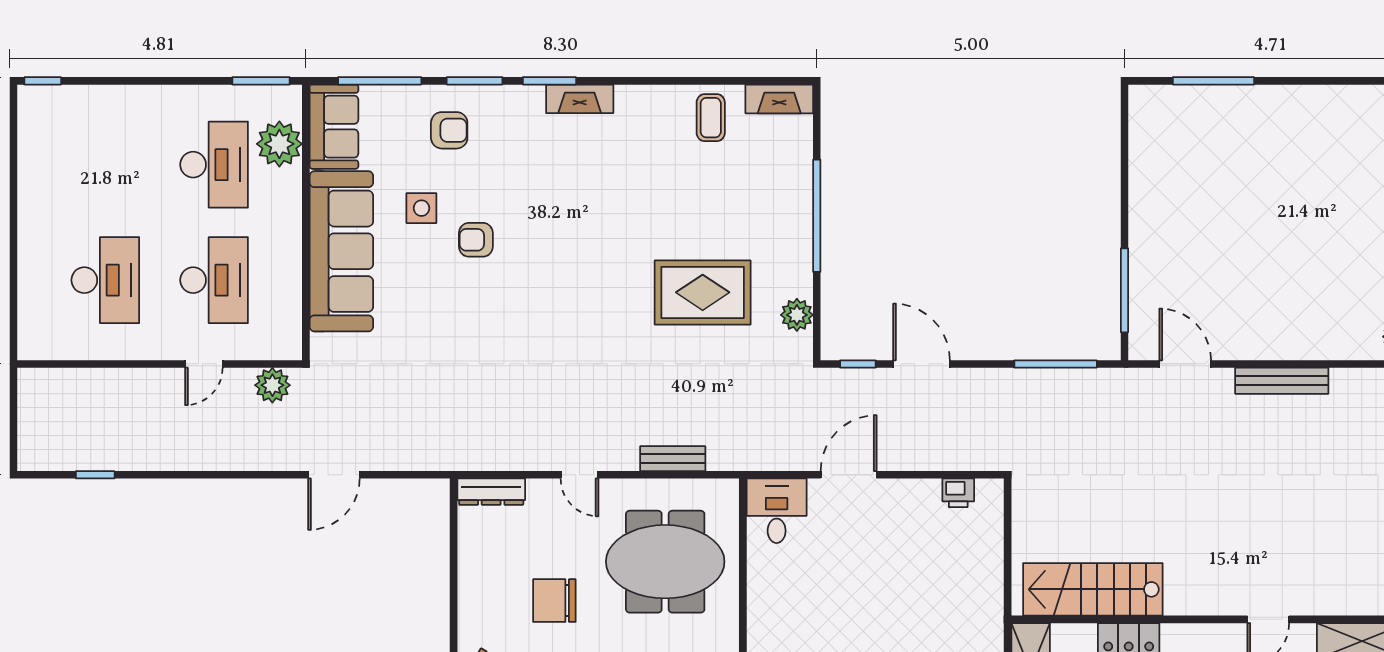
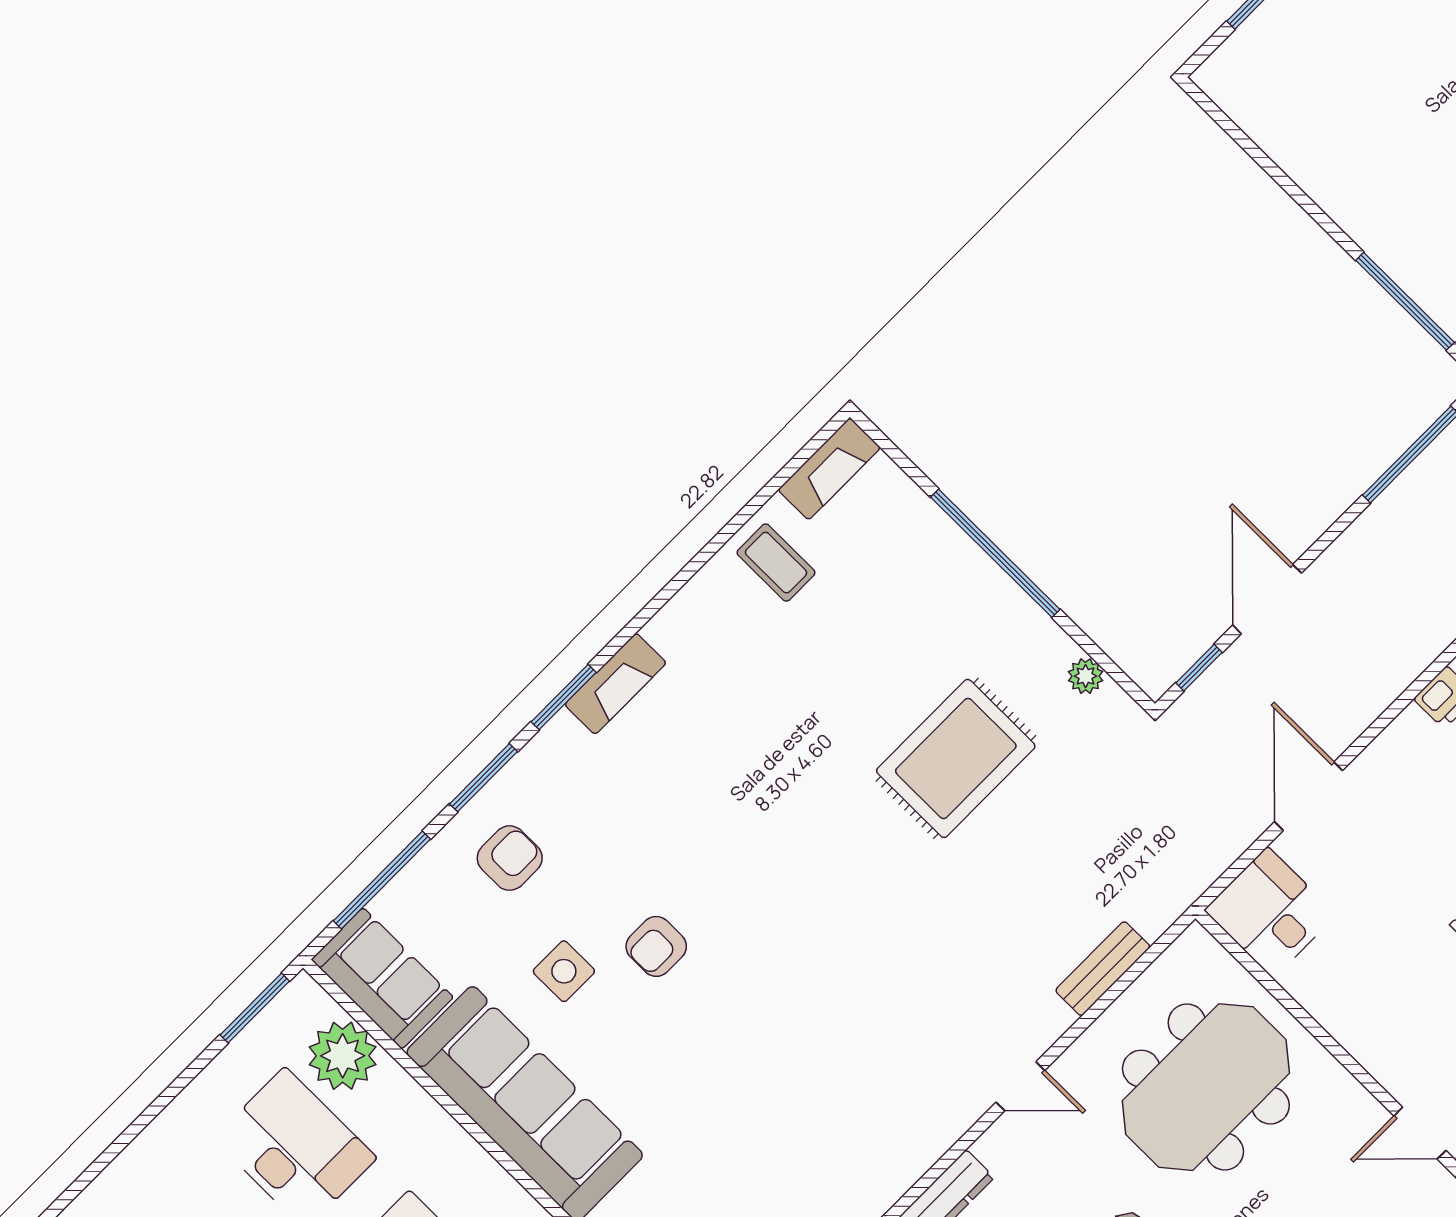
plant: (797, 315) -> (1086, 676), width x0.73, depth x0.73
door: (921, 364) -> (1267, 599), hinge flipped

